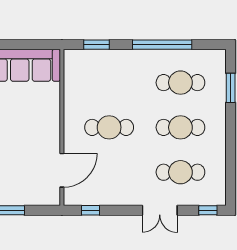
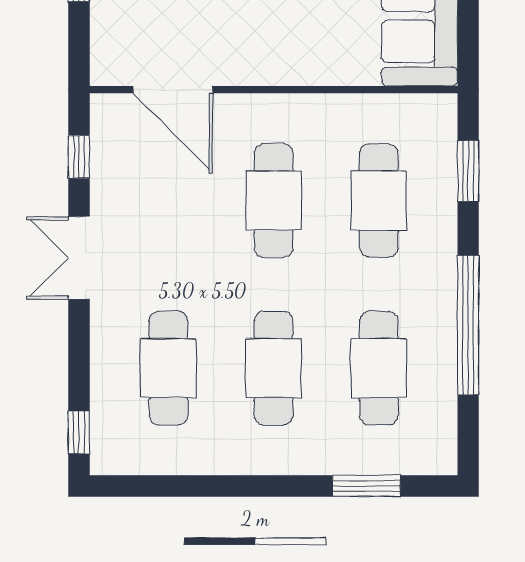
cafe table: (109, 83) -> (379, 200), added
double door: (160, 210) -> (79, 258), moved

